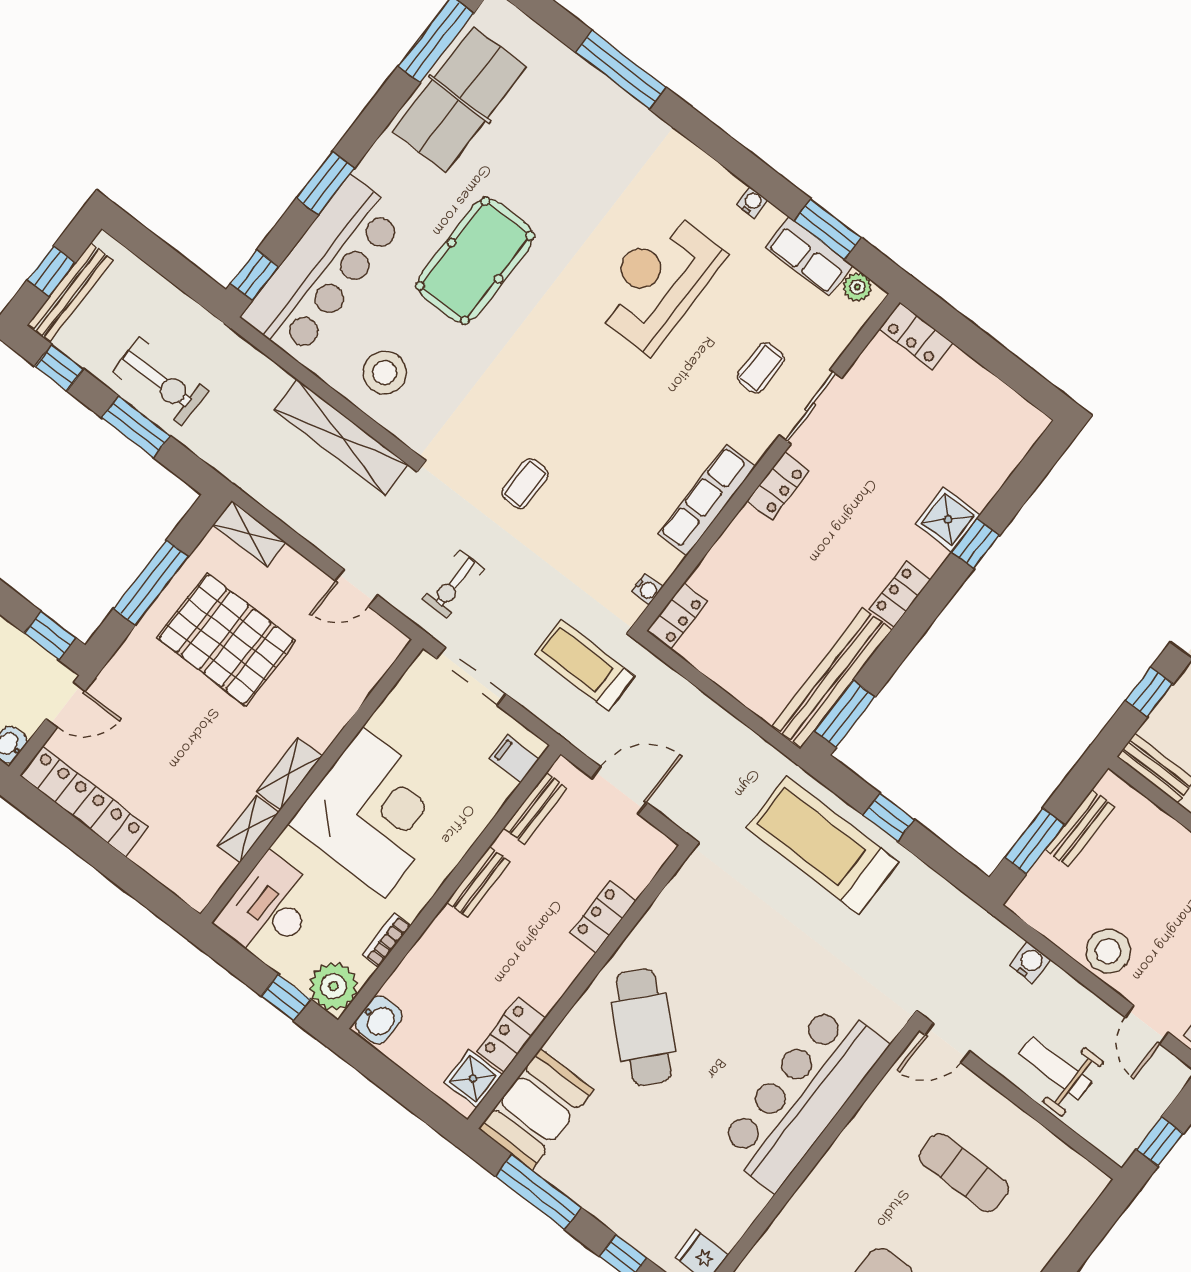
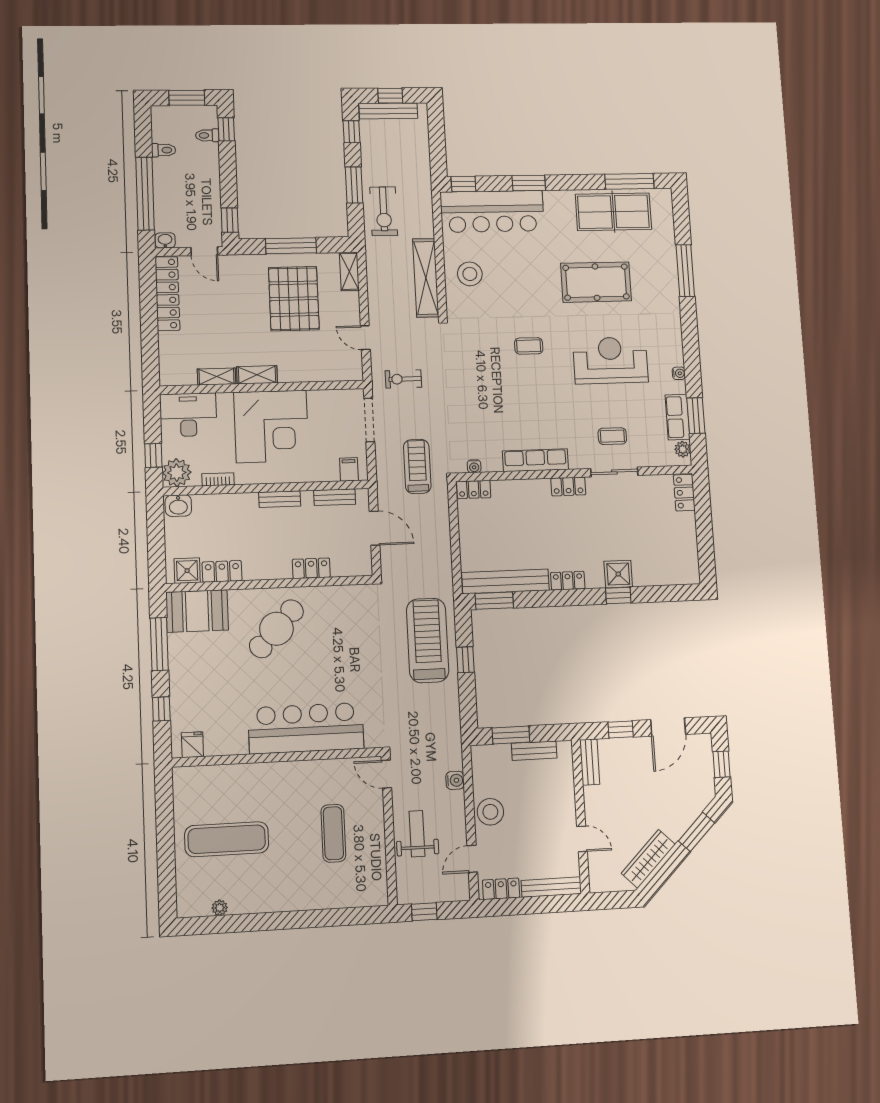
pool table: (475, 261) -> (596, 282), moved
exercise bike: (160, 381) -> (384, 211), moved
coffee table: (525, 484) -> (529, 346), moved

